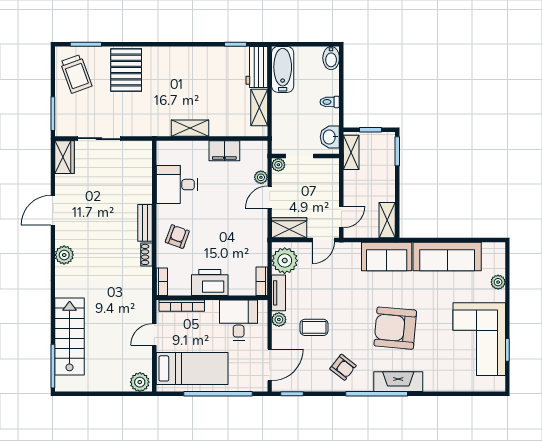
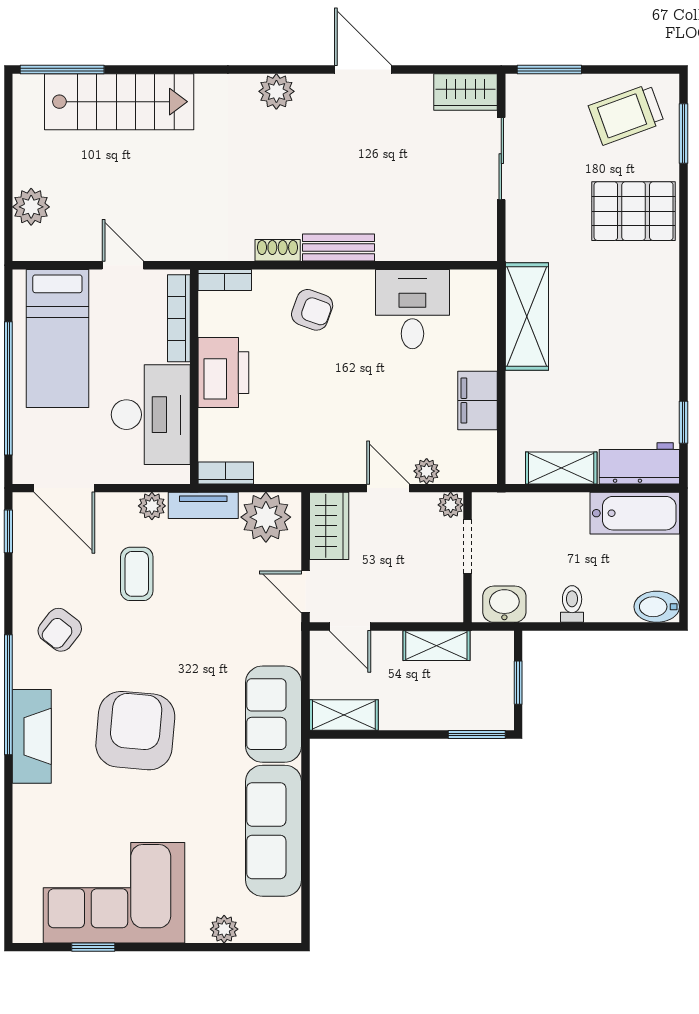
shelving: (190, 128) -> (527, 316), width x1.50, depth x1.33
shelving: (351, 152) -> (436, 646), moved
desk: (239, 320) -> (151, 415), width x1.37
plant: (140, 382) -> (31, 207), moved

